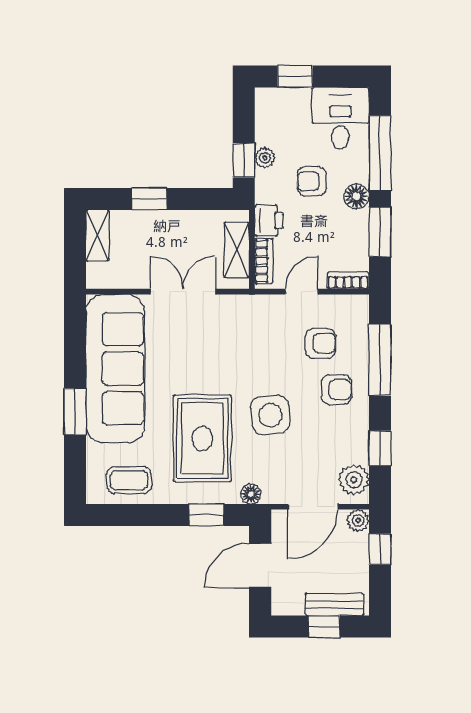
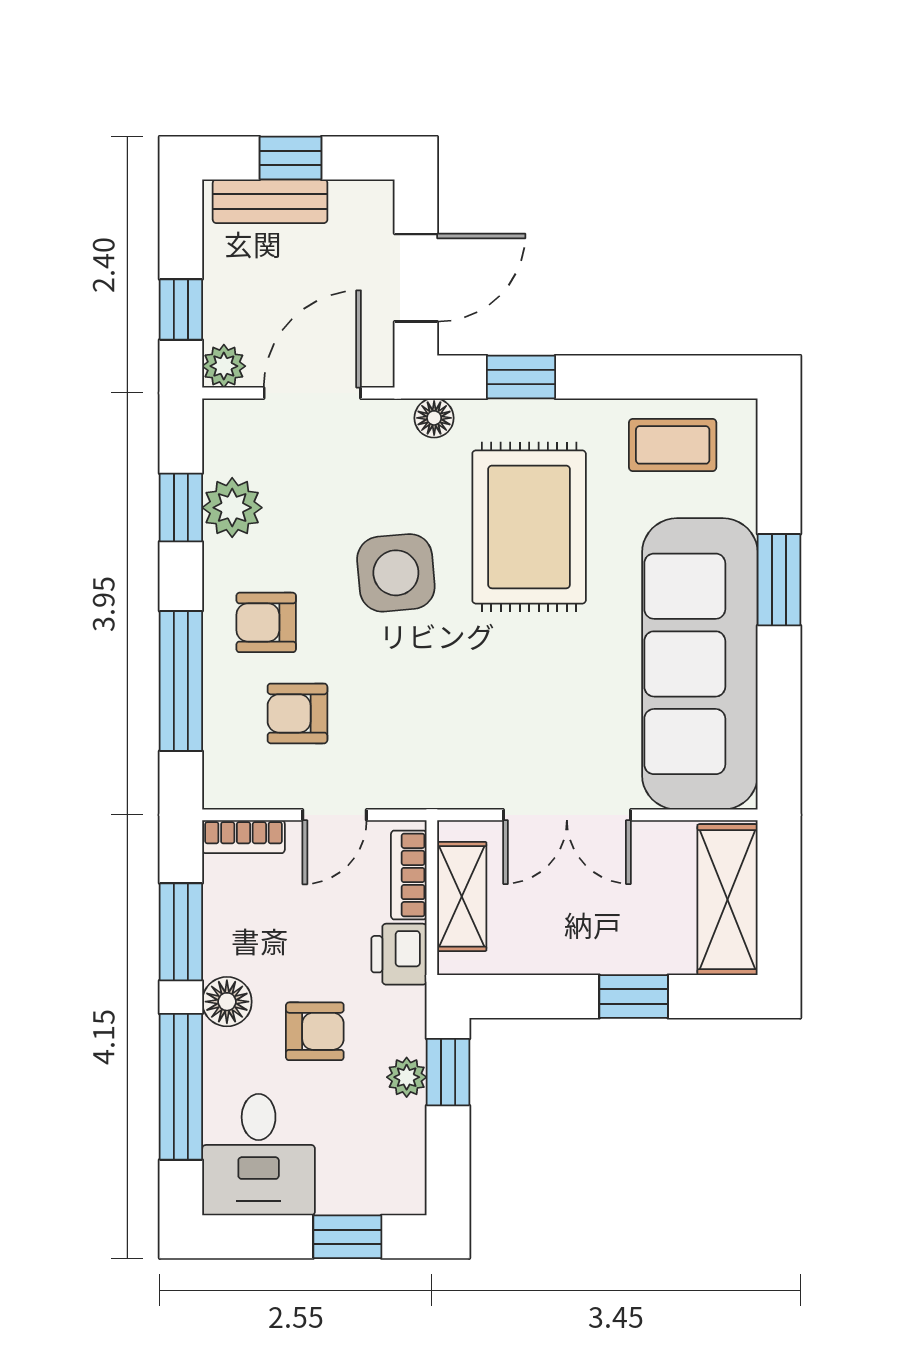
shelving: (97, 236) -> (728, 900), width x1.50, depth x1.33
plant: (354, 480) -> (232, 508), moved

